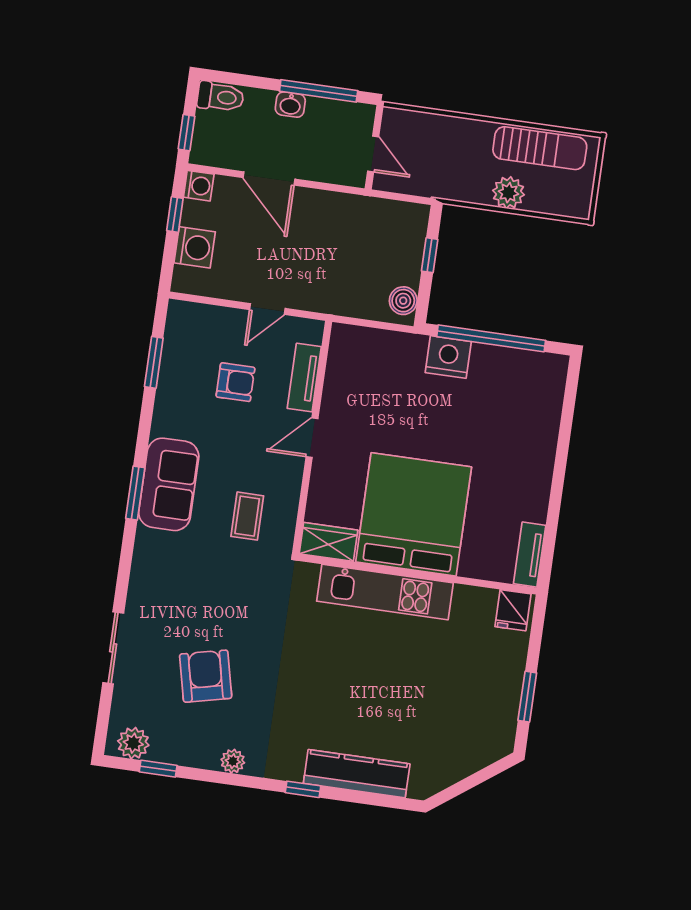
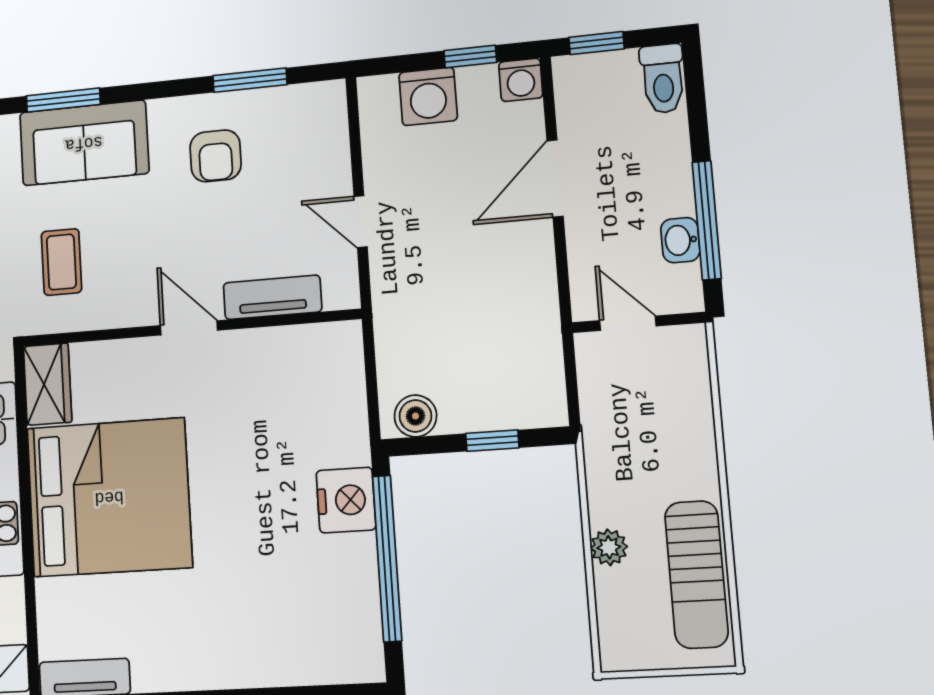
washbasin: (290, 105) -> (680, 240), moved
door: (373, 154) -> (628, 323), swing flipped
plant: (509, 193) -> (609, 547), width x0.73, depth x0.73
armchair: (235, 382) -> (216, 156), moved
coffee table: (247, 516) -> (61, 262), turned 90

